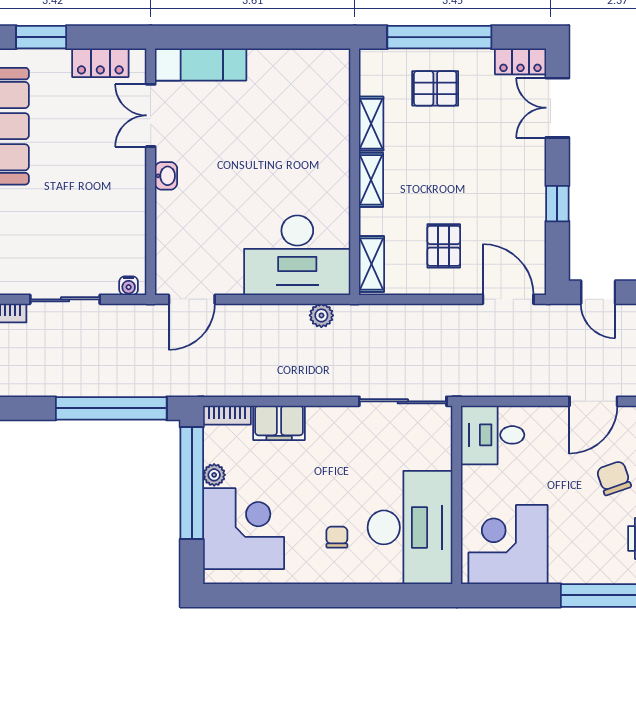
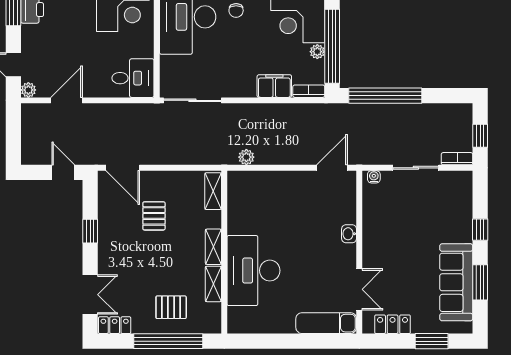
washbasin: (166, 176) -> (349, 234), moved
pallet: (444, 246) -> (154, 216), moved
desk: (297, 255) -> (253, 271), moved, turned -90
chair: (614, 478) -> (53, 50), removed

